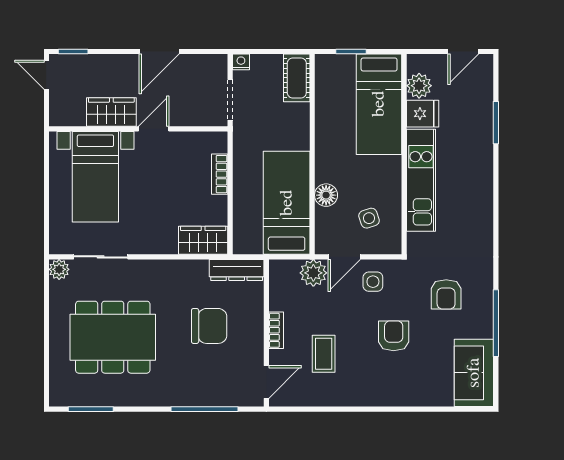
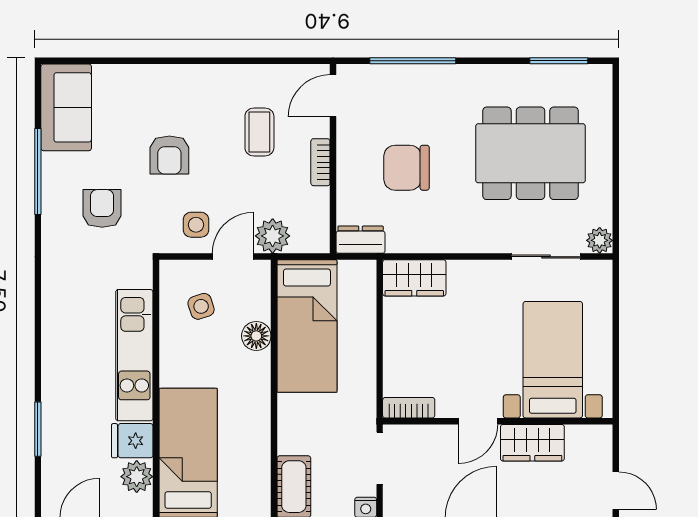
bookcase: (220, 174) -> (409, 408), moved, turned -90
dresser: (237, 270) -> (361, 240), width x0.70

